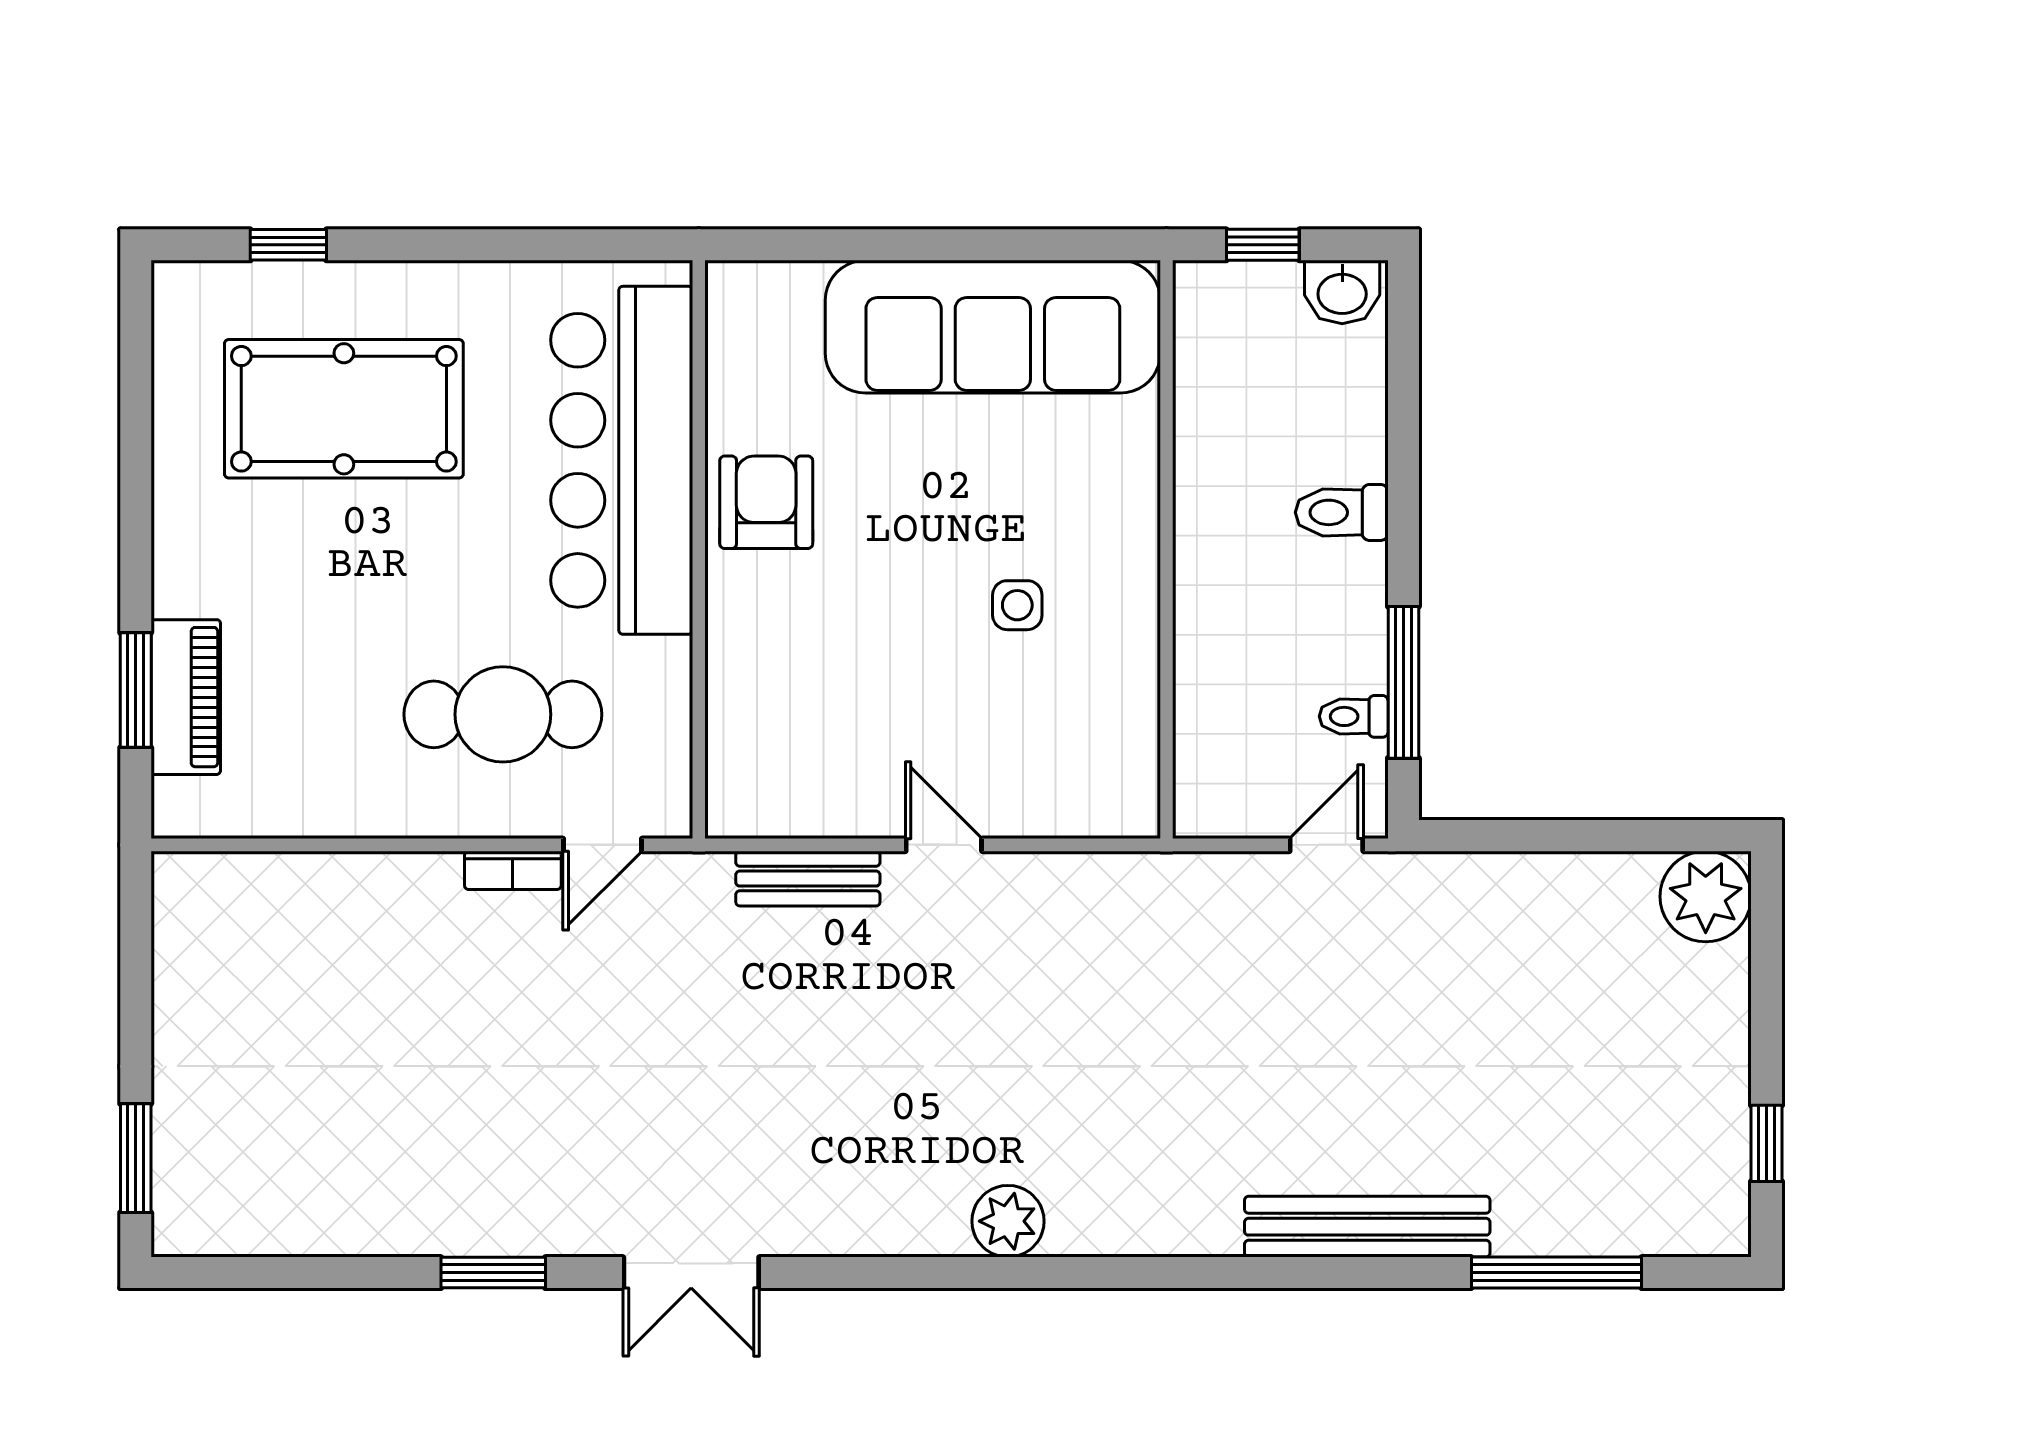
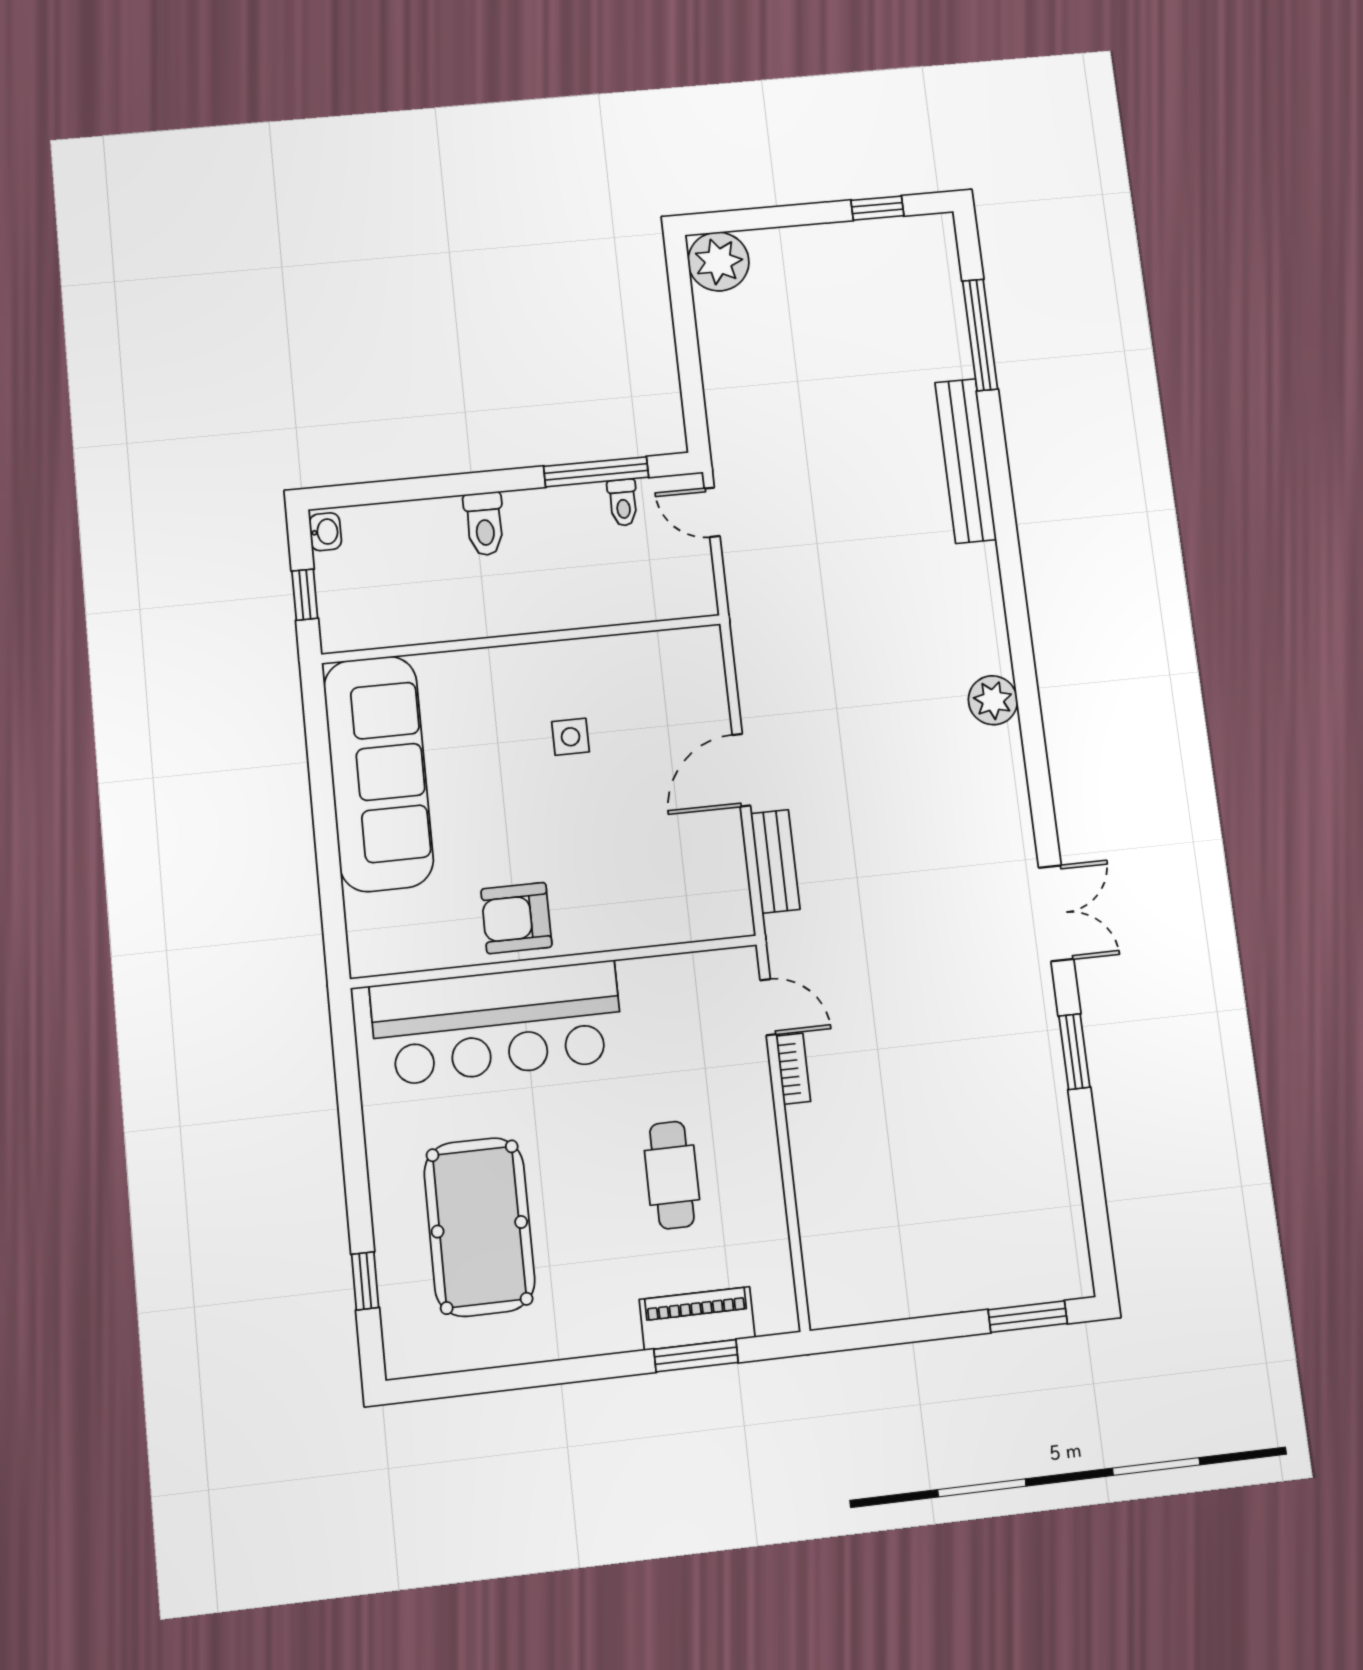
washbasin: (1342, 292) -> (325, 532), width x0.72, depth x0.69
cafe table: (503, 714) -> (672, 1175), moved, width x0.73, depth x0.74
door: (944, 845) -> (741, 770), width x1.38

